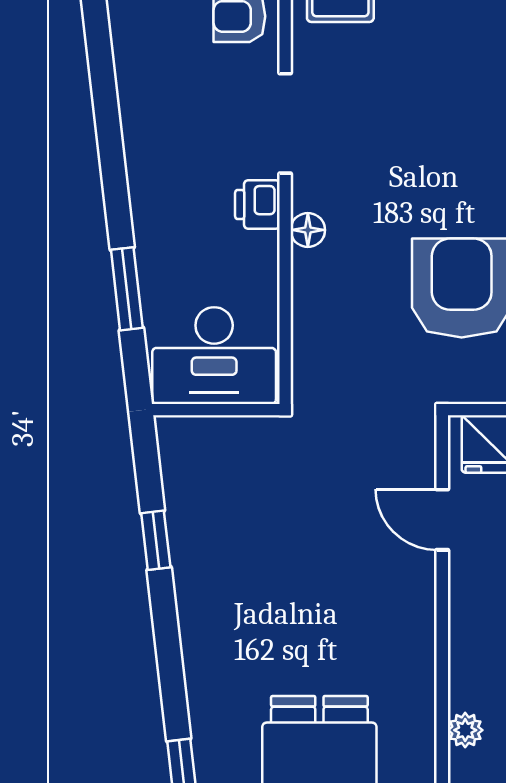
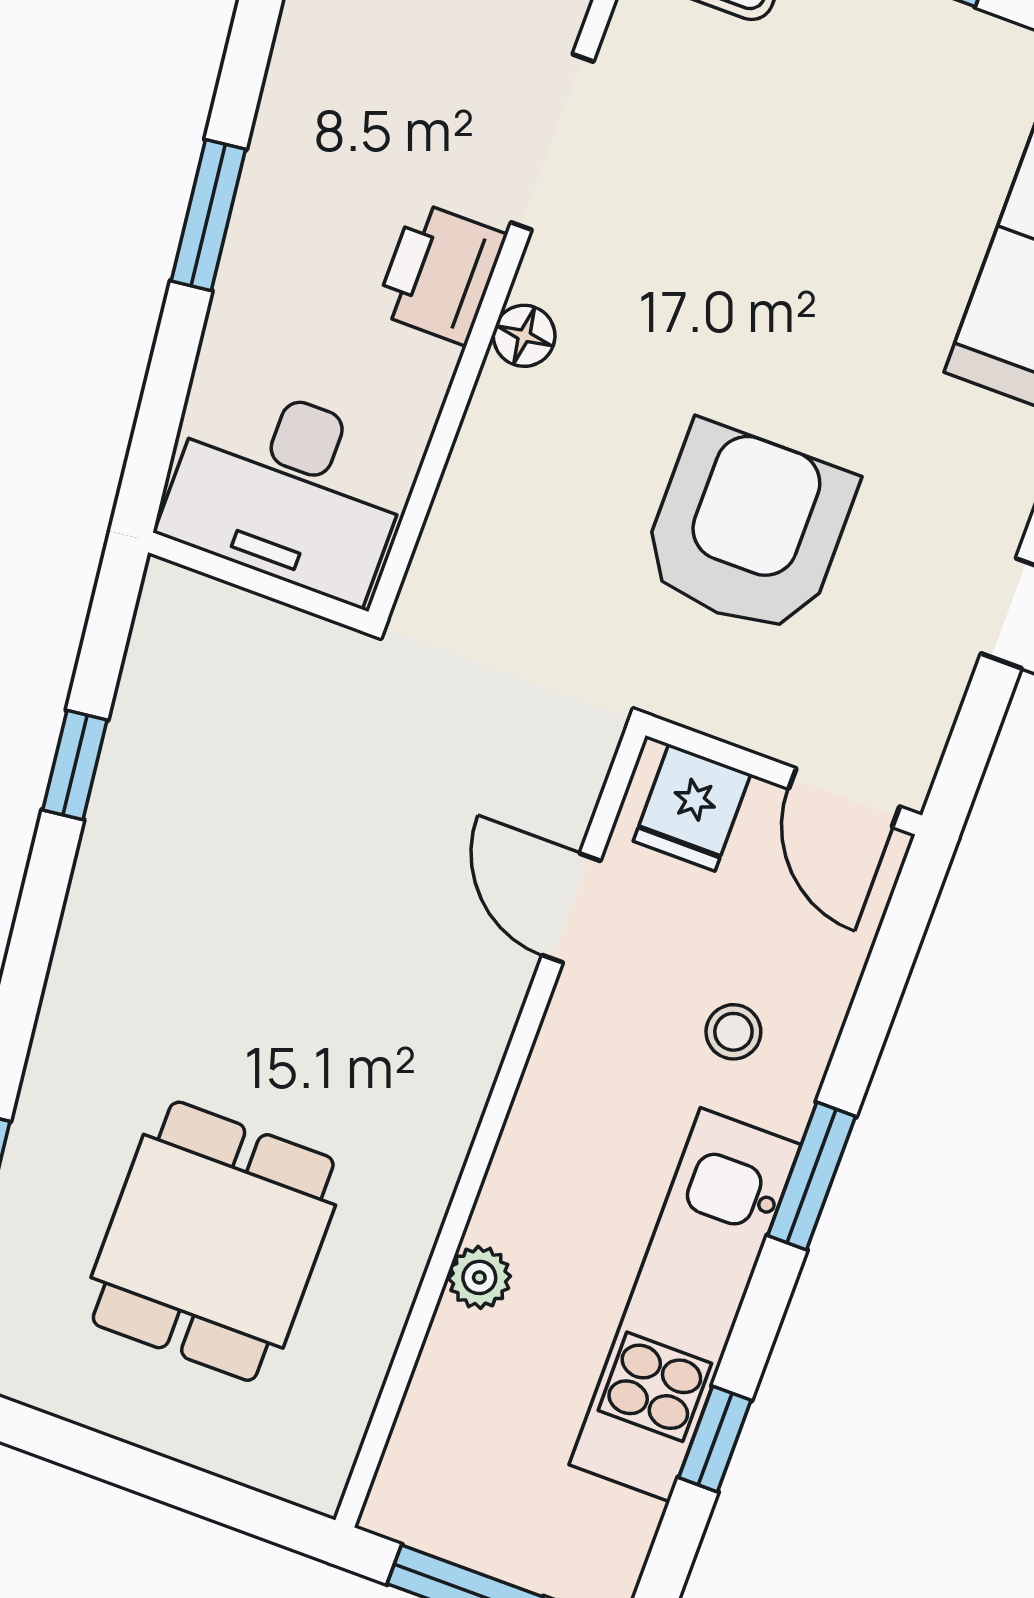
printer: (257, 205) -> (440, 273), width x1.36, depth x1.24
window: (127, 289) -> (208, 215), moved

